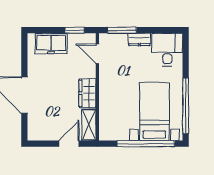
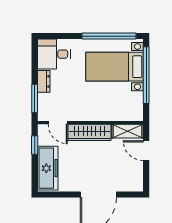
freezer: (51, 44) -> (48, 168), width x1.40
door: (97, 54) -> (58, 123), hinge flipped
wardrobe: (88, 93) -> (89, 132), width x1.50

